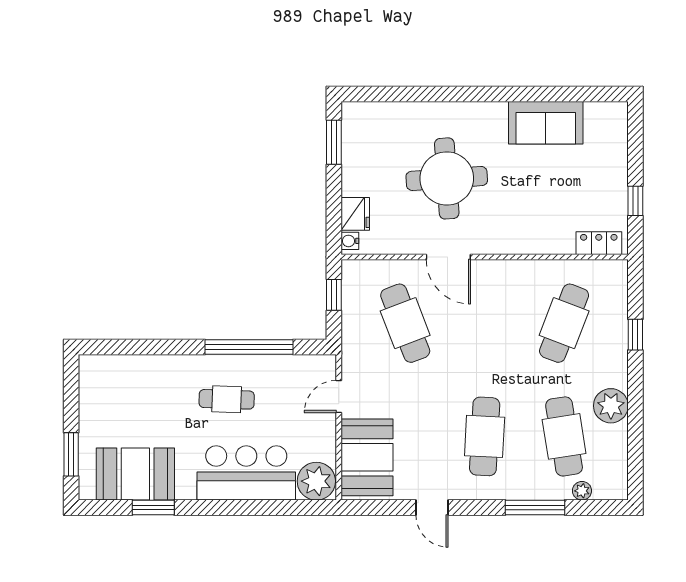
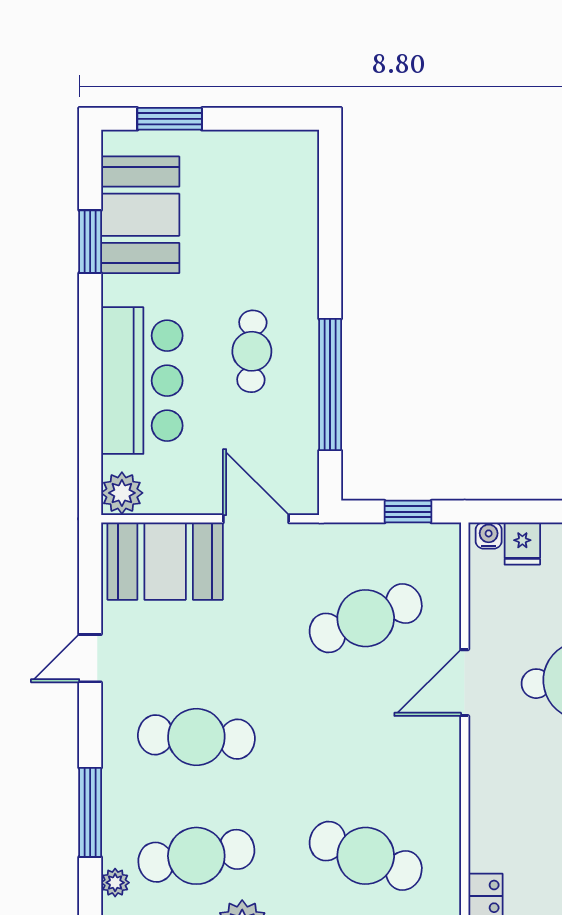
fridge: (355, 214) -> (522, 544), width x0.72
door: (339, 397) -> (256, 519), width x1.38
plant: (316, 481) -> (122, 493), width x0.73, depth x0.73

